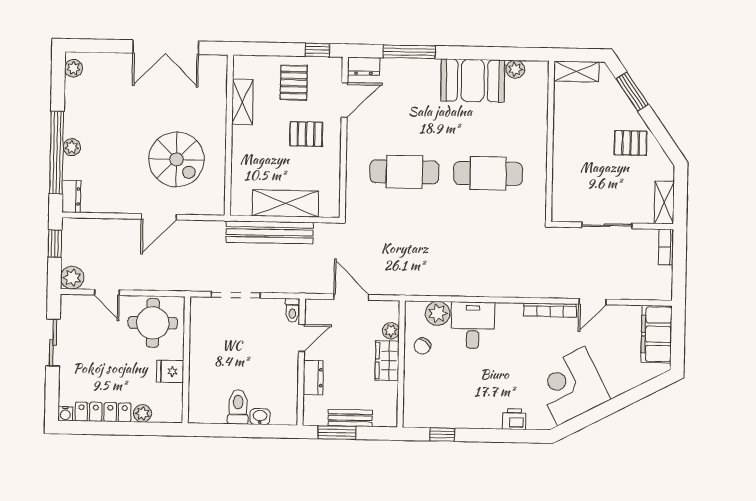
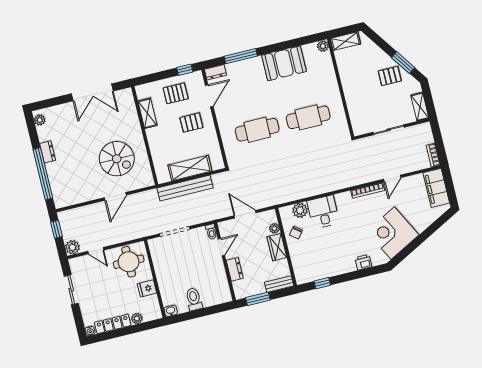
plant: (515, 69) -> (323, 46), moved
pallet: (294, 83) -> (176, 93), turned 90
window: (632, 92) -> (403, 63), moved
plant: (72, 147) -> (51, 168), removed
dresser: (71, 196) -> (48, 152), moved
bookcase: (666, 247) -> (433, 155), moved
washbasin: (260, 417) -> (171, 311), moved
bench: (350, 418) -> (279, 284), moved

